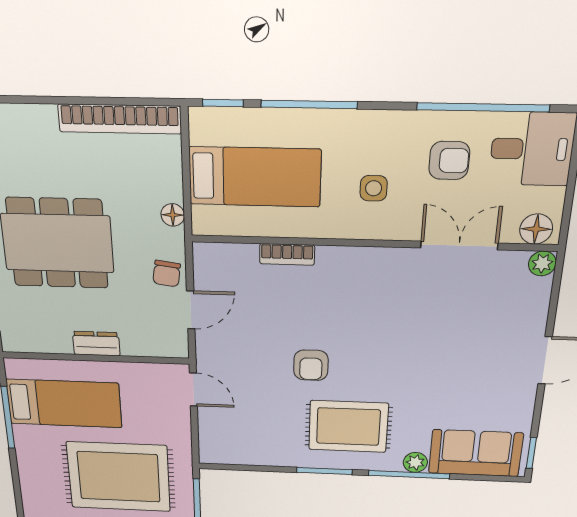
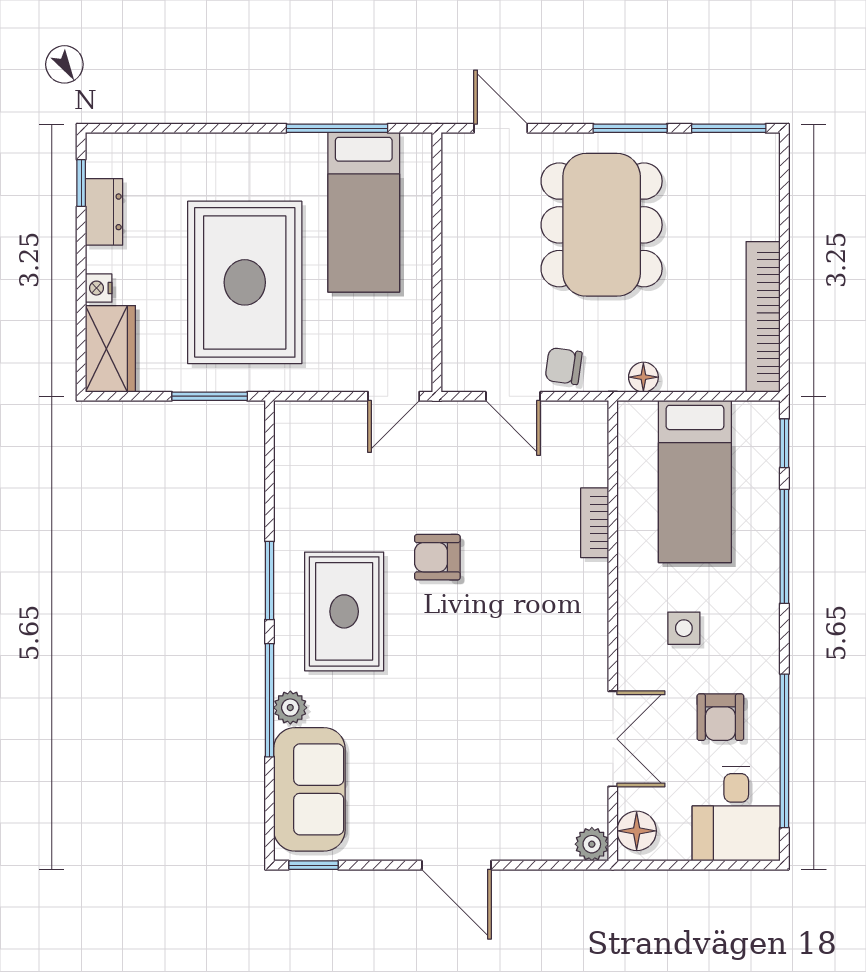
dresser: (96, 344) -> (459, 265), removed

